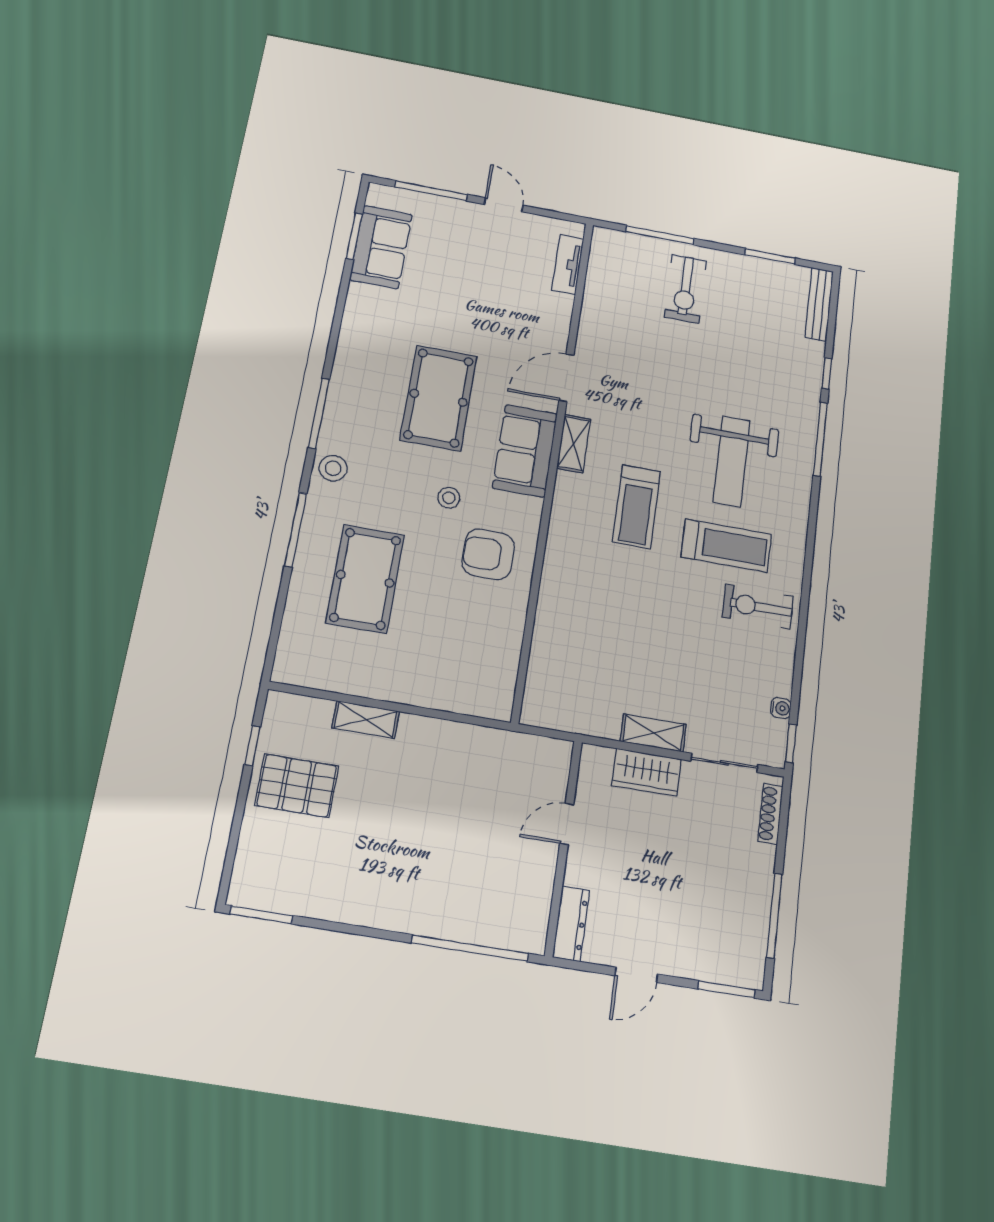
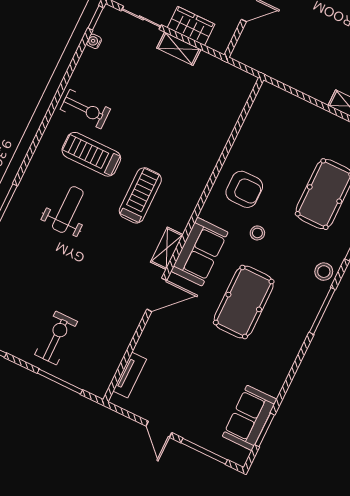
weight bench: (732, 461) -> (68, 209), width x0.73, depth x0.75

